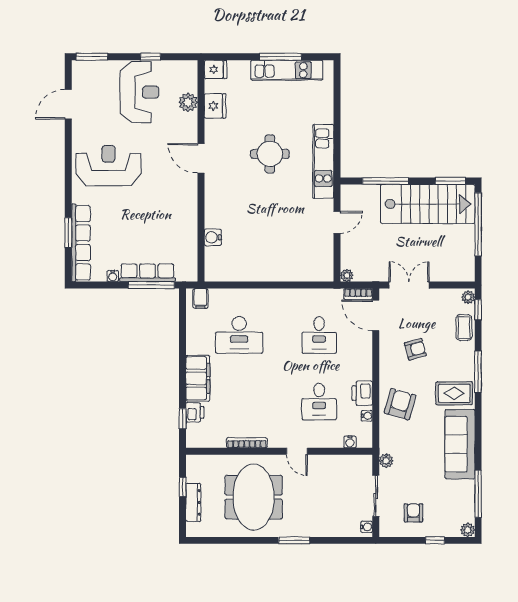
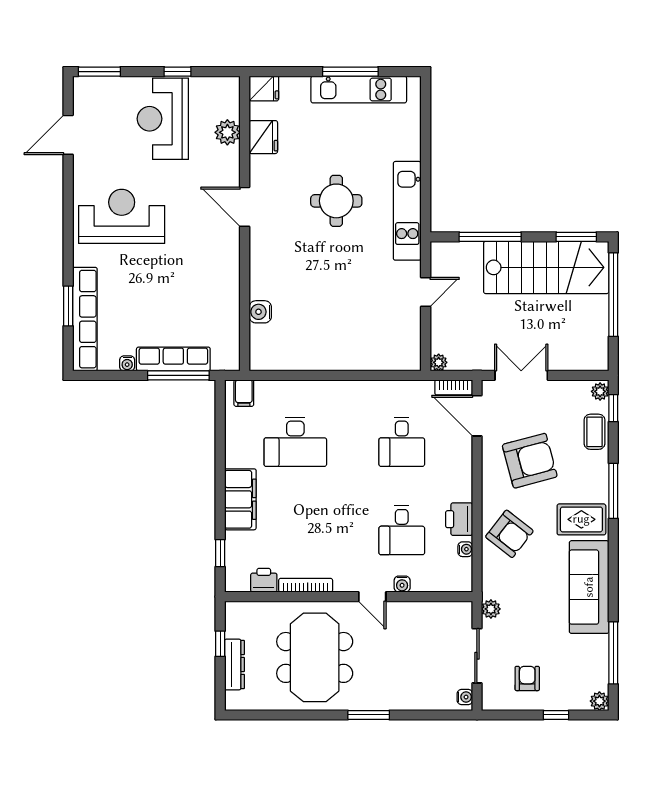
reception desk: (139, 92) -> (163, 119), turned 180
armchair: (415, 349) -> (530, 461), width x1.88, depth x1.88
armchair: (400, 404) -> (509, 534), turned 112
printer: (195, 412) -> (264, 580), moved, turned -90
water cooler: (350, 442) -> (402, 584), moved

